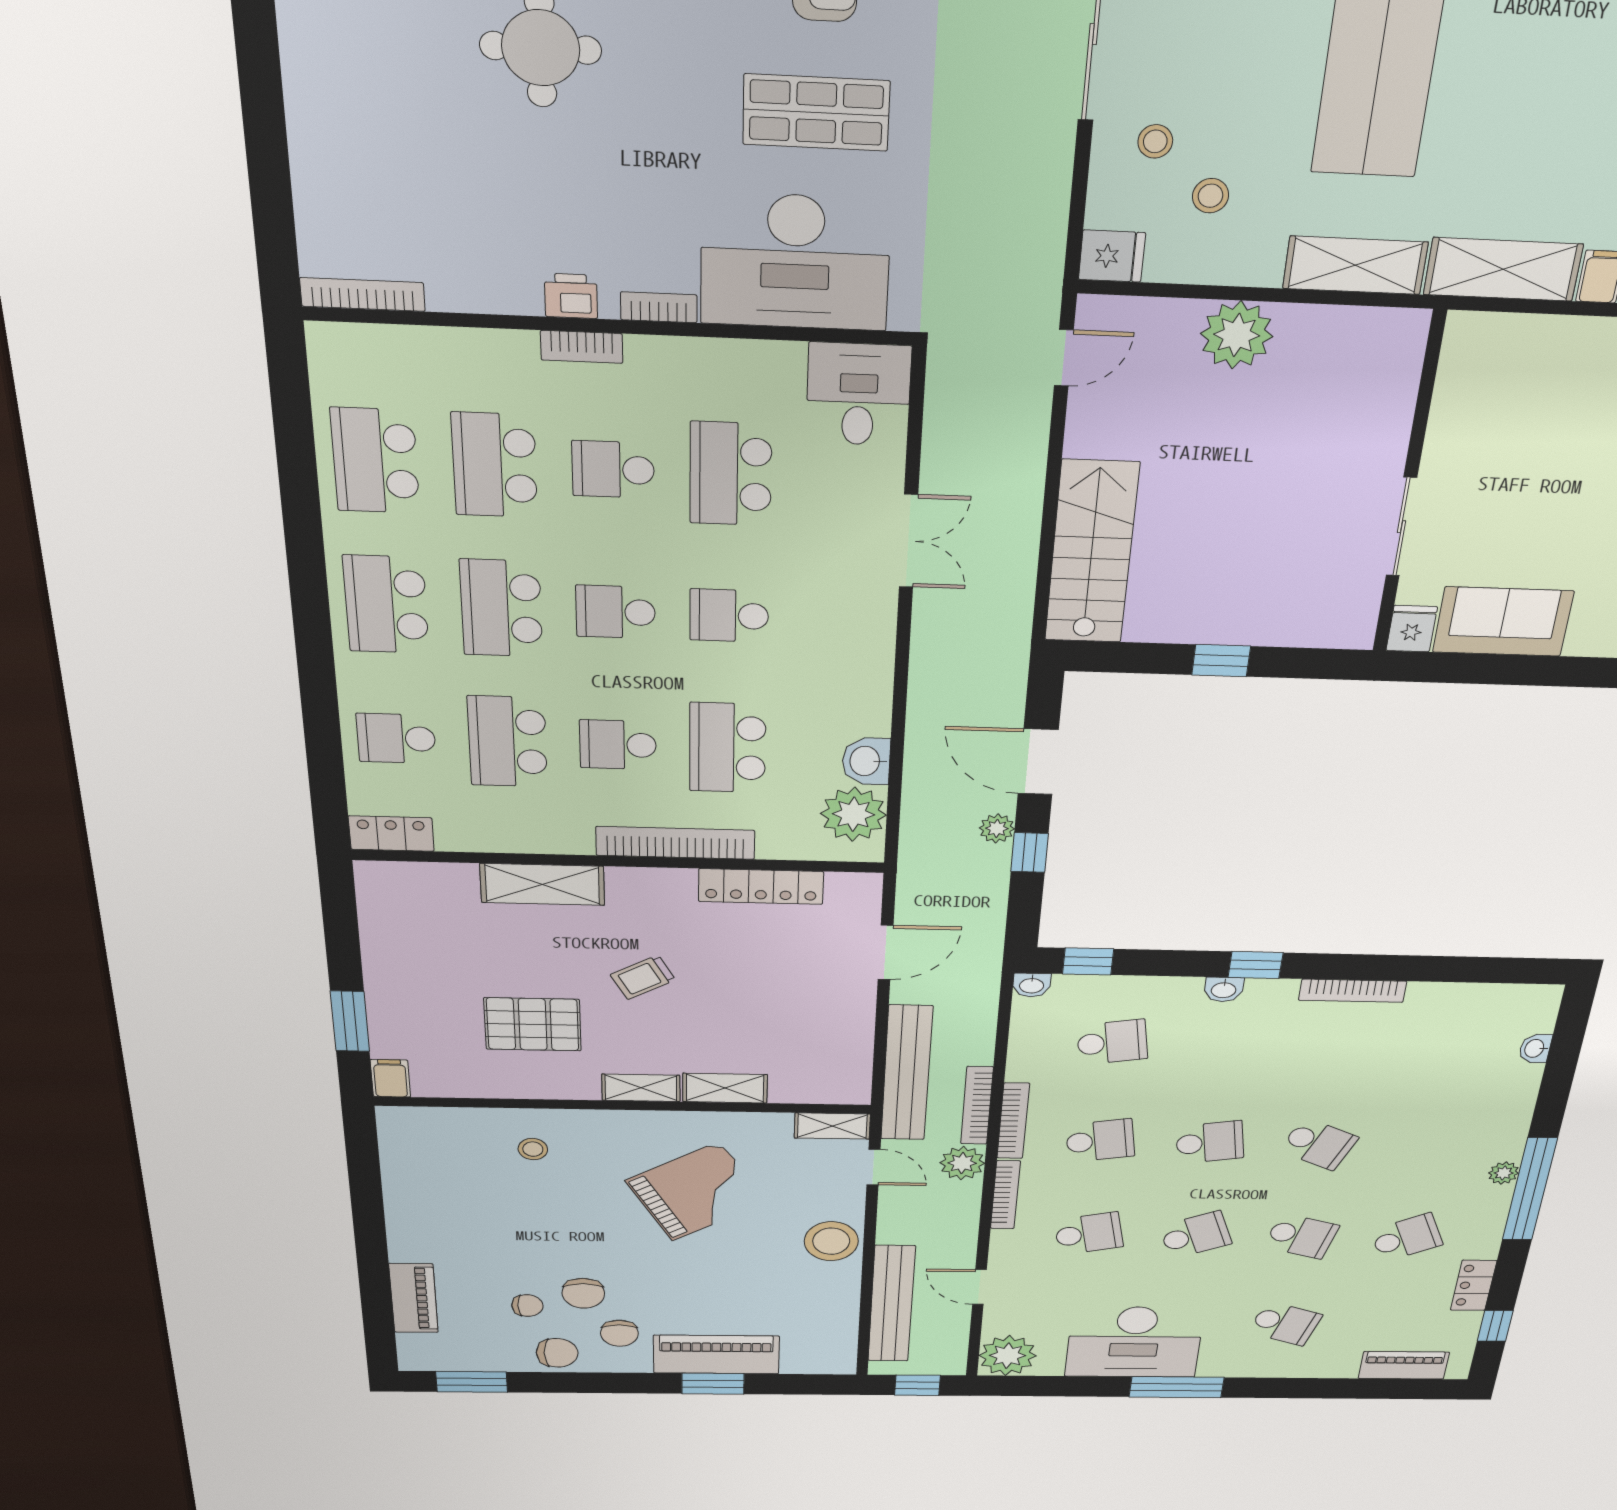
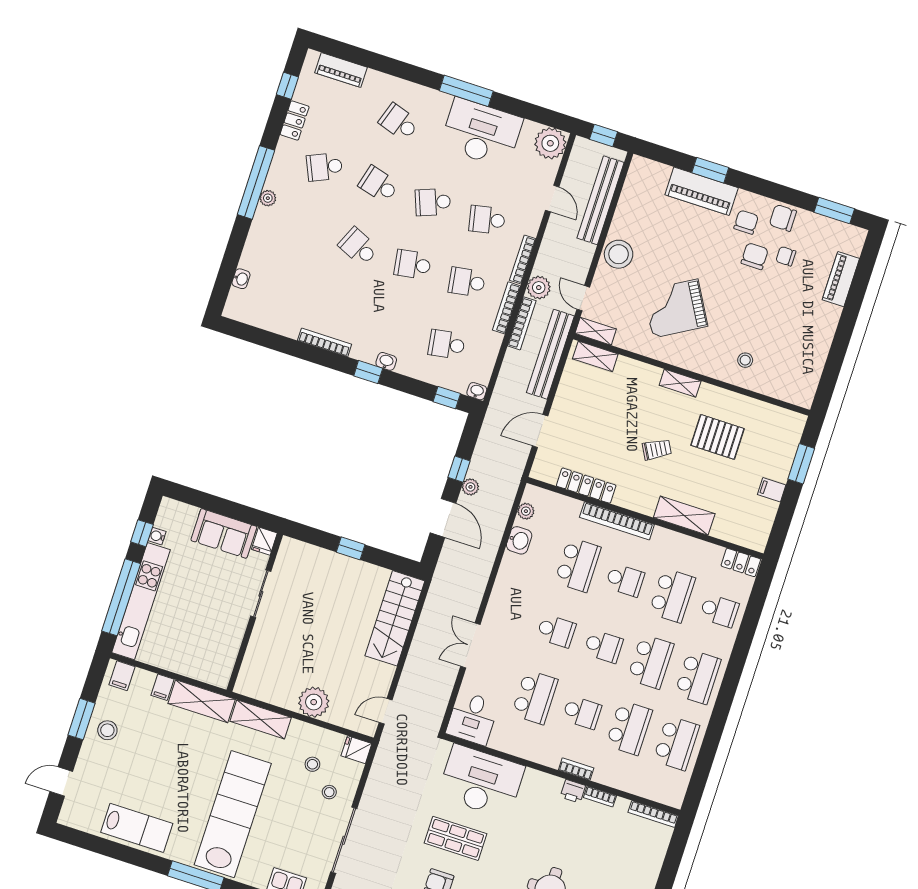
bookcase: (659, 307) -> (600, 797), moved
plant: (854, 814) -> (526, 511), width x0.53, depth x0.53
filing cabinet: (390, 1078) -> (772, 490), moved, turned 90
shelving: (725, 1088) -> (595, 356), moved

